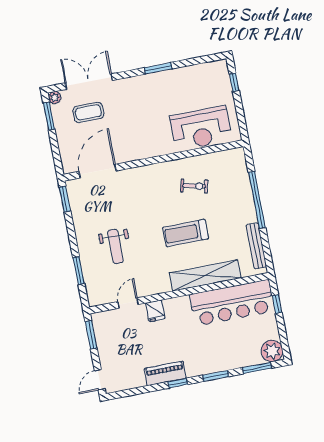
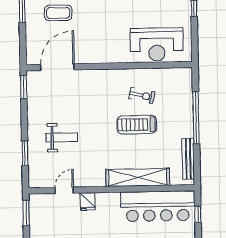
treadmill: (186, 233) -> (137, 125), moved
weight bench: (115, 246) -> (62, 137), turned -90

